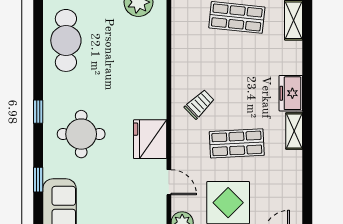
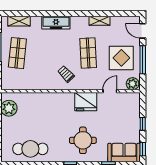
freezer: (291, 93) -> (56, 23), width x1.40
shelving: (294, 131) -> (99, 21), moved

